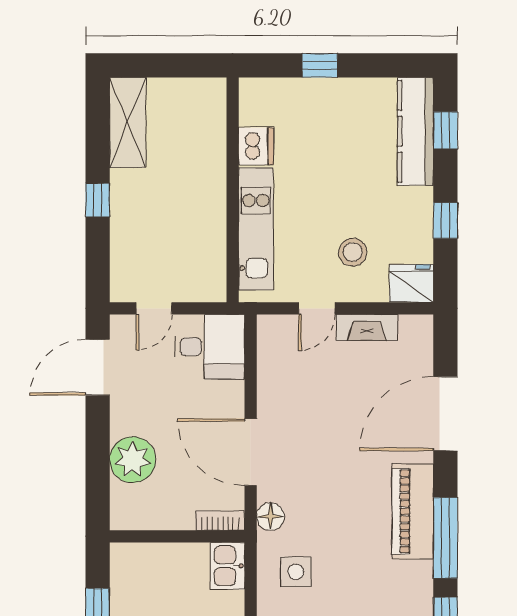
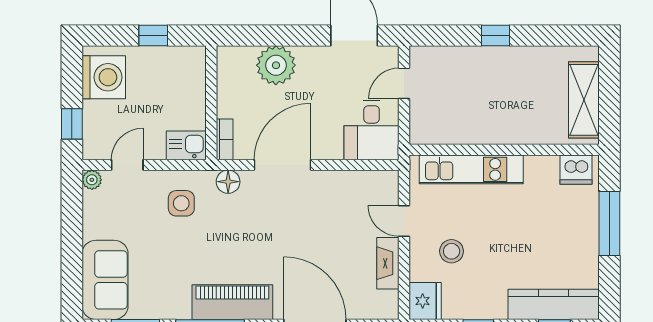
window: (320, 65) -> (609, 223), width x2.17
shelving: (128, 123) -> (584, 100), moved, turned 90
dishwasher: (256, 146) -> (576, 170), moved
door: (154, 308) -> (404, 83), hinge flipped

